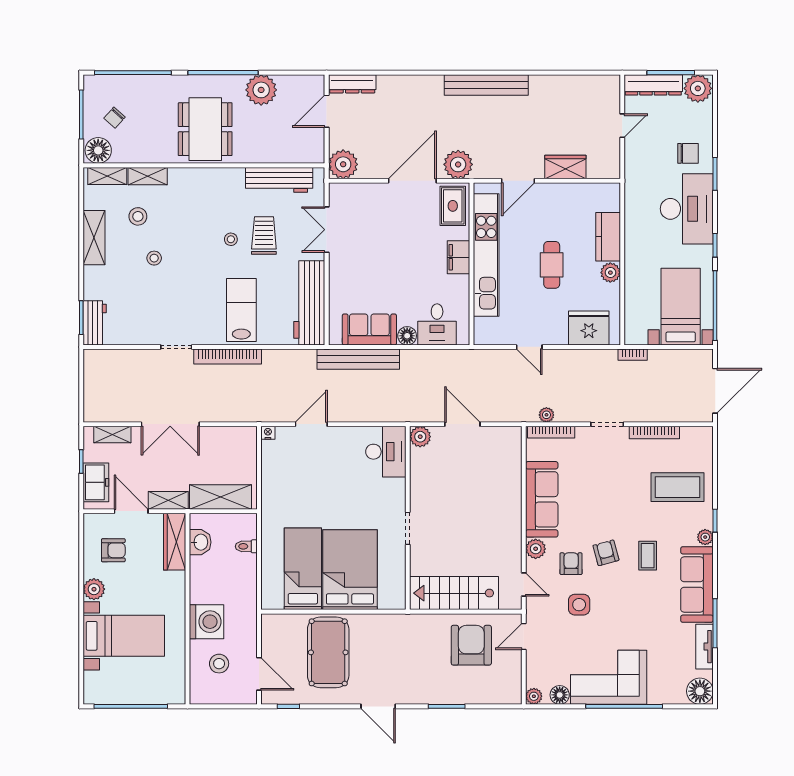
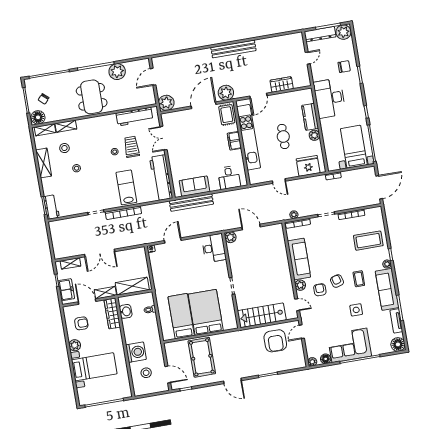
dresser: (352, 84) -> (164, 60), removed
desk: (687, 209) -> (330, 98), moved, turned 180
floor lamp: (407, 336) -> (215, 186), removed
side table: (579, 605) -> (356, 310), moved
armchair: (471, 645) -> (275, 341), turned 180

